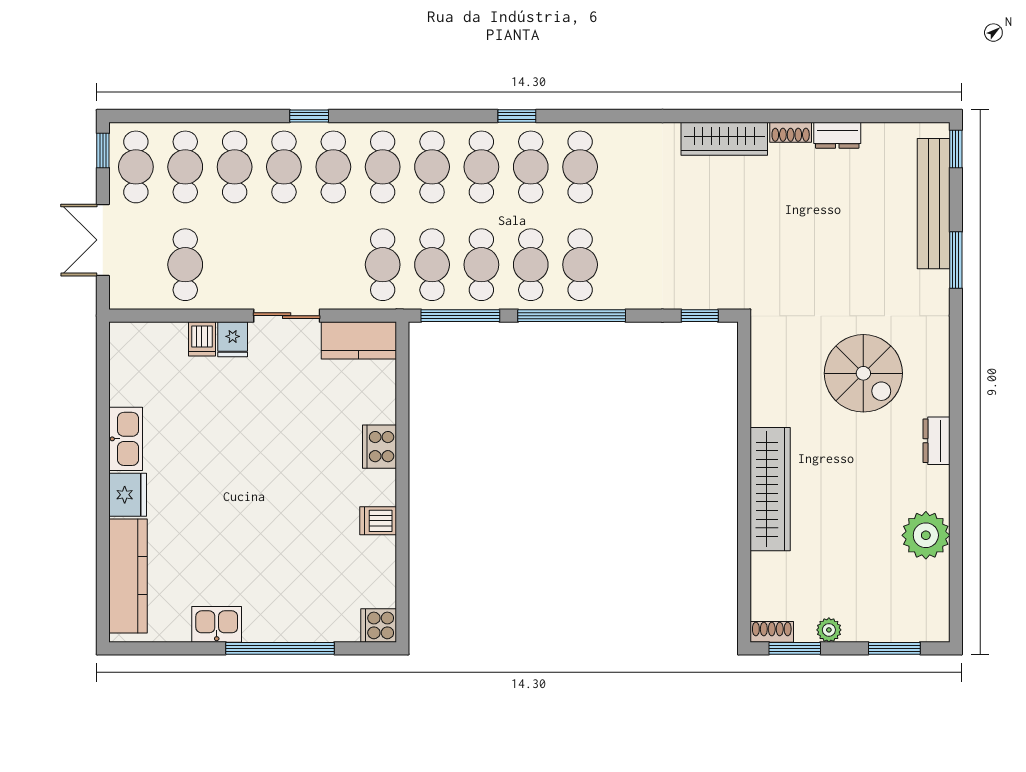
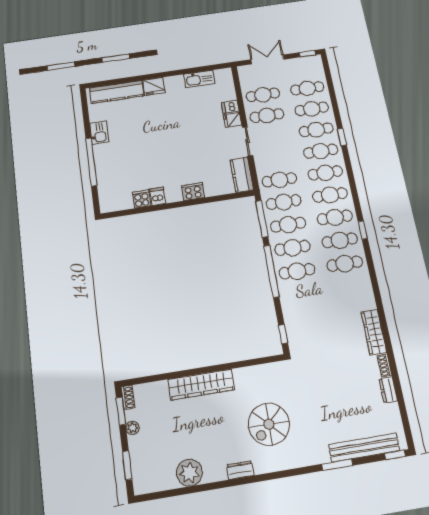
cafe table: (136, 167) -> (267, 116), moved
kitchen sink: (126, 439) -> (199, 79), moved
cooker: (379, 625) -> (142, 199), moved

